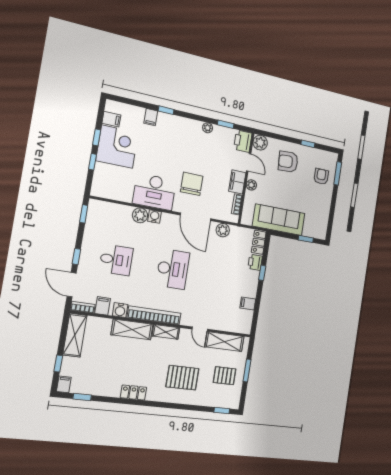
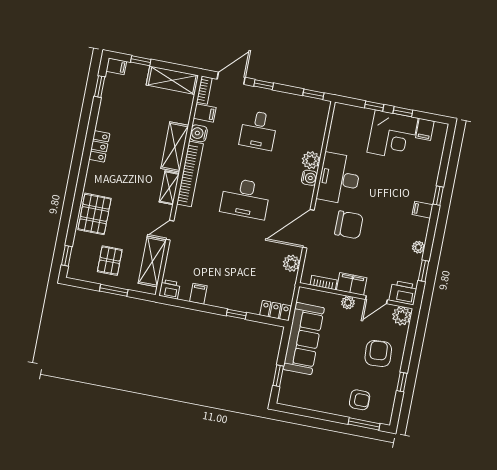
filing cabinet: (151, 117) -> (423, 210), moved
printer: (255, 262) -> (170, 289), moved
pallet: (182, 378) -> (95, 214), moved

